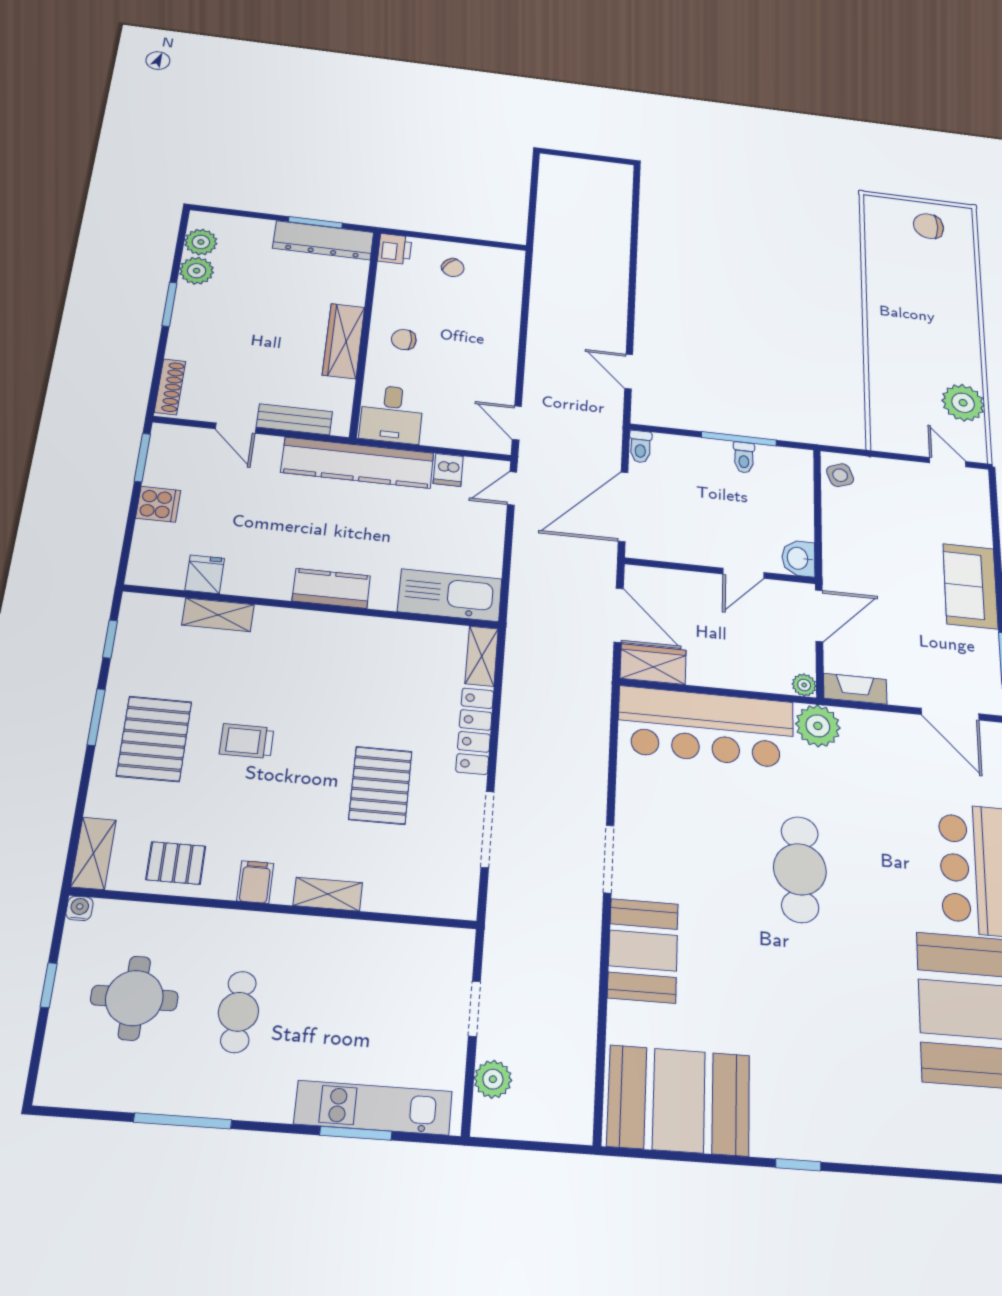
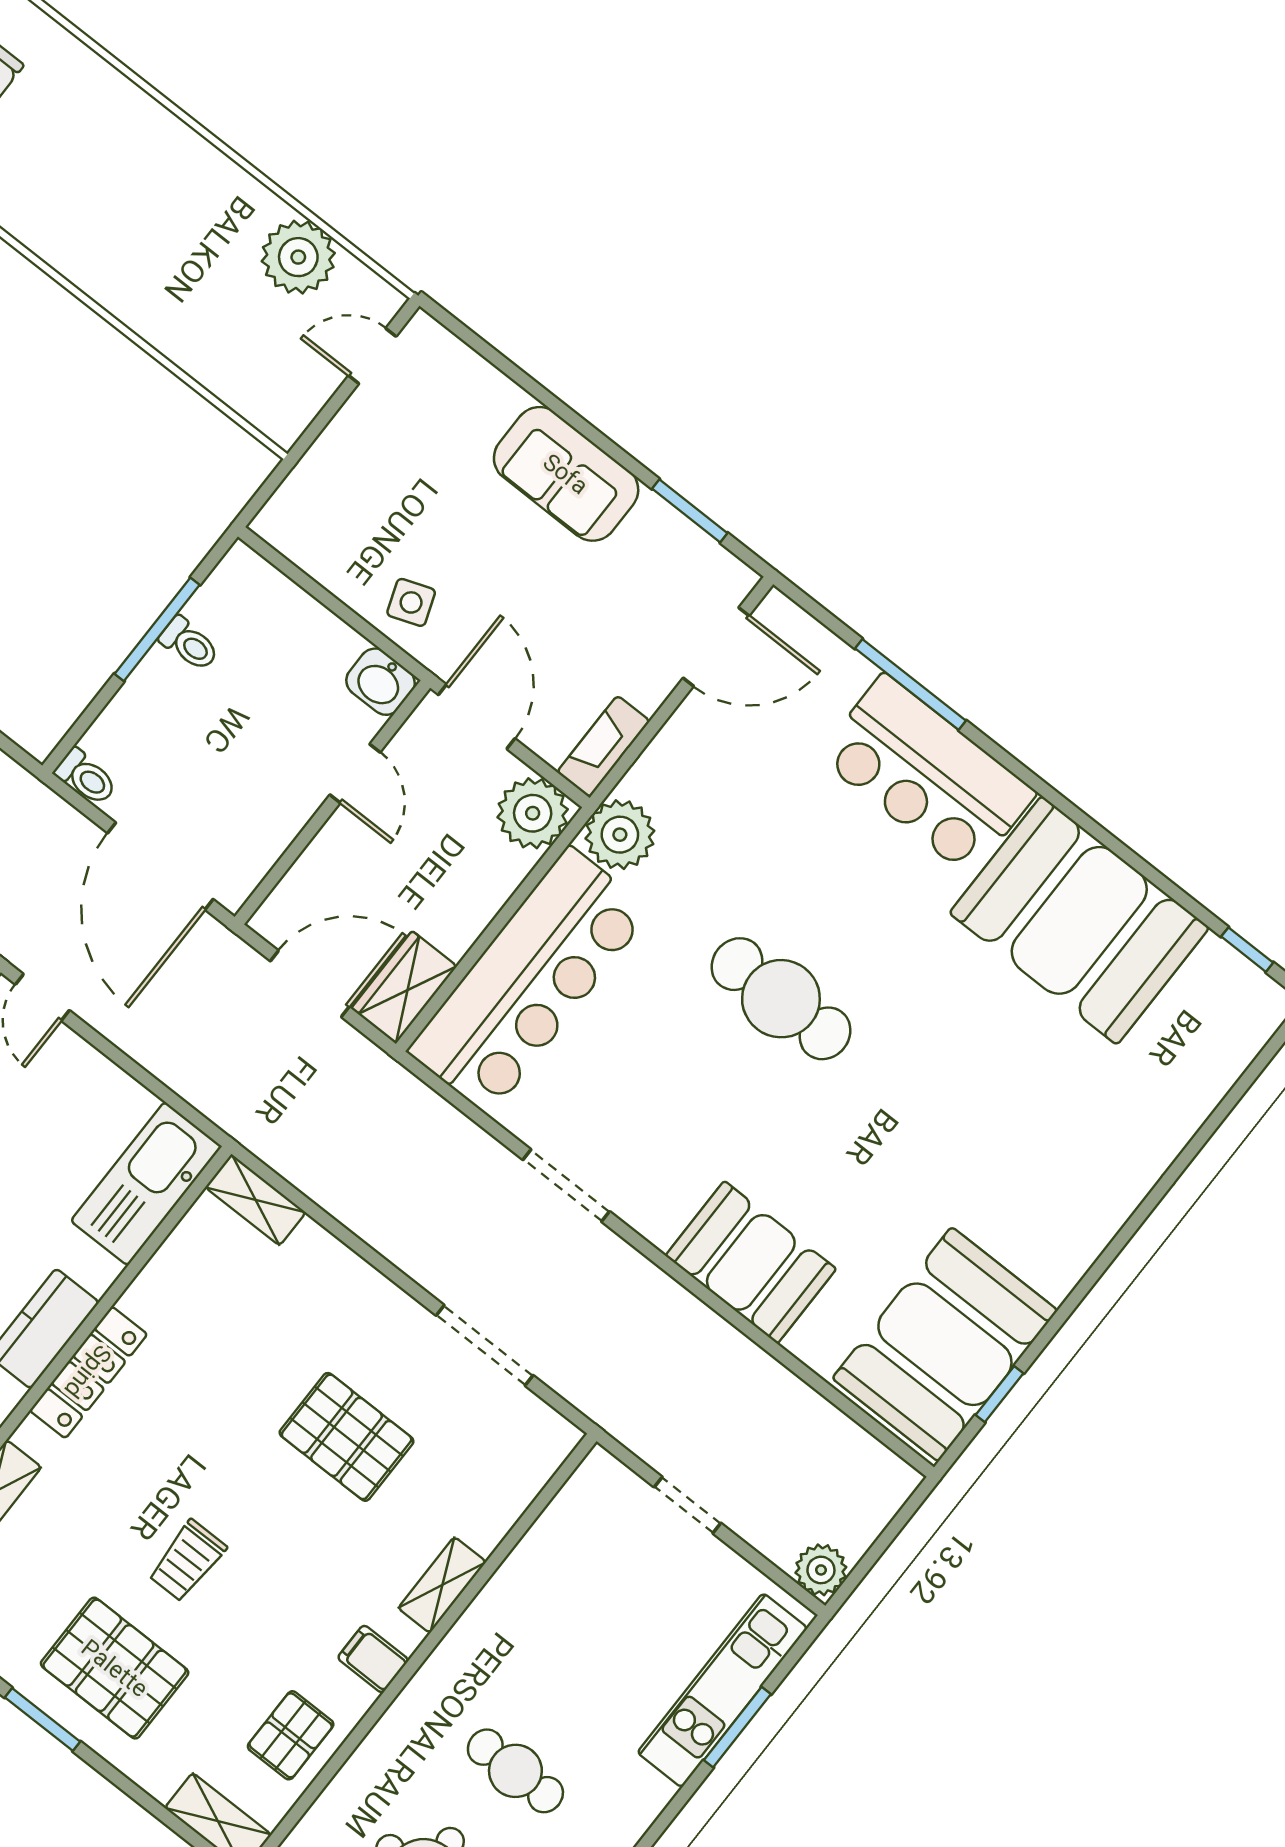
side table: (840, 475) -> (411, 602), moved
plant: (804, 685) -> (533, 813), width x1.87, depth x1.87
locker: (475, 731) -> (88, 1372), moved, turned -90
doorway: (609, 859) -> (566, 1186), moved
plant: (493, 1079) -> (821, 1570), moved
window: (798, 1165) -> (999, 1394), moved

